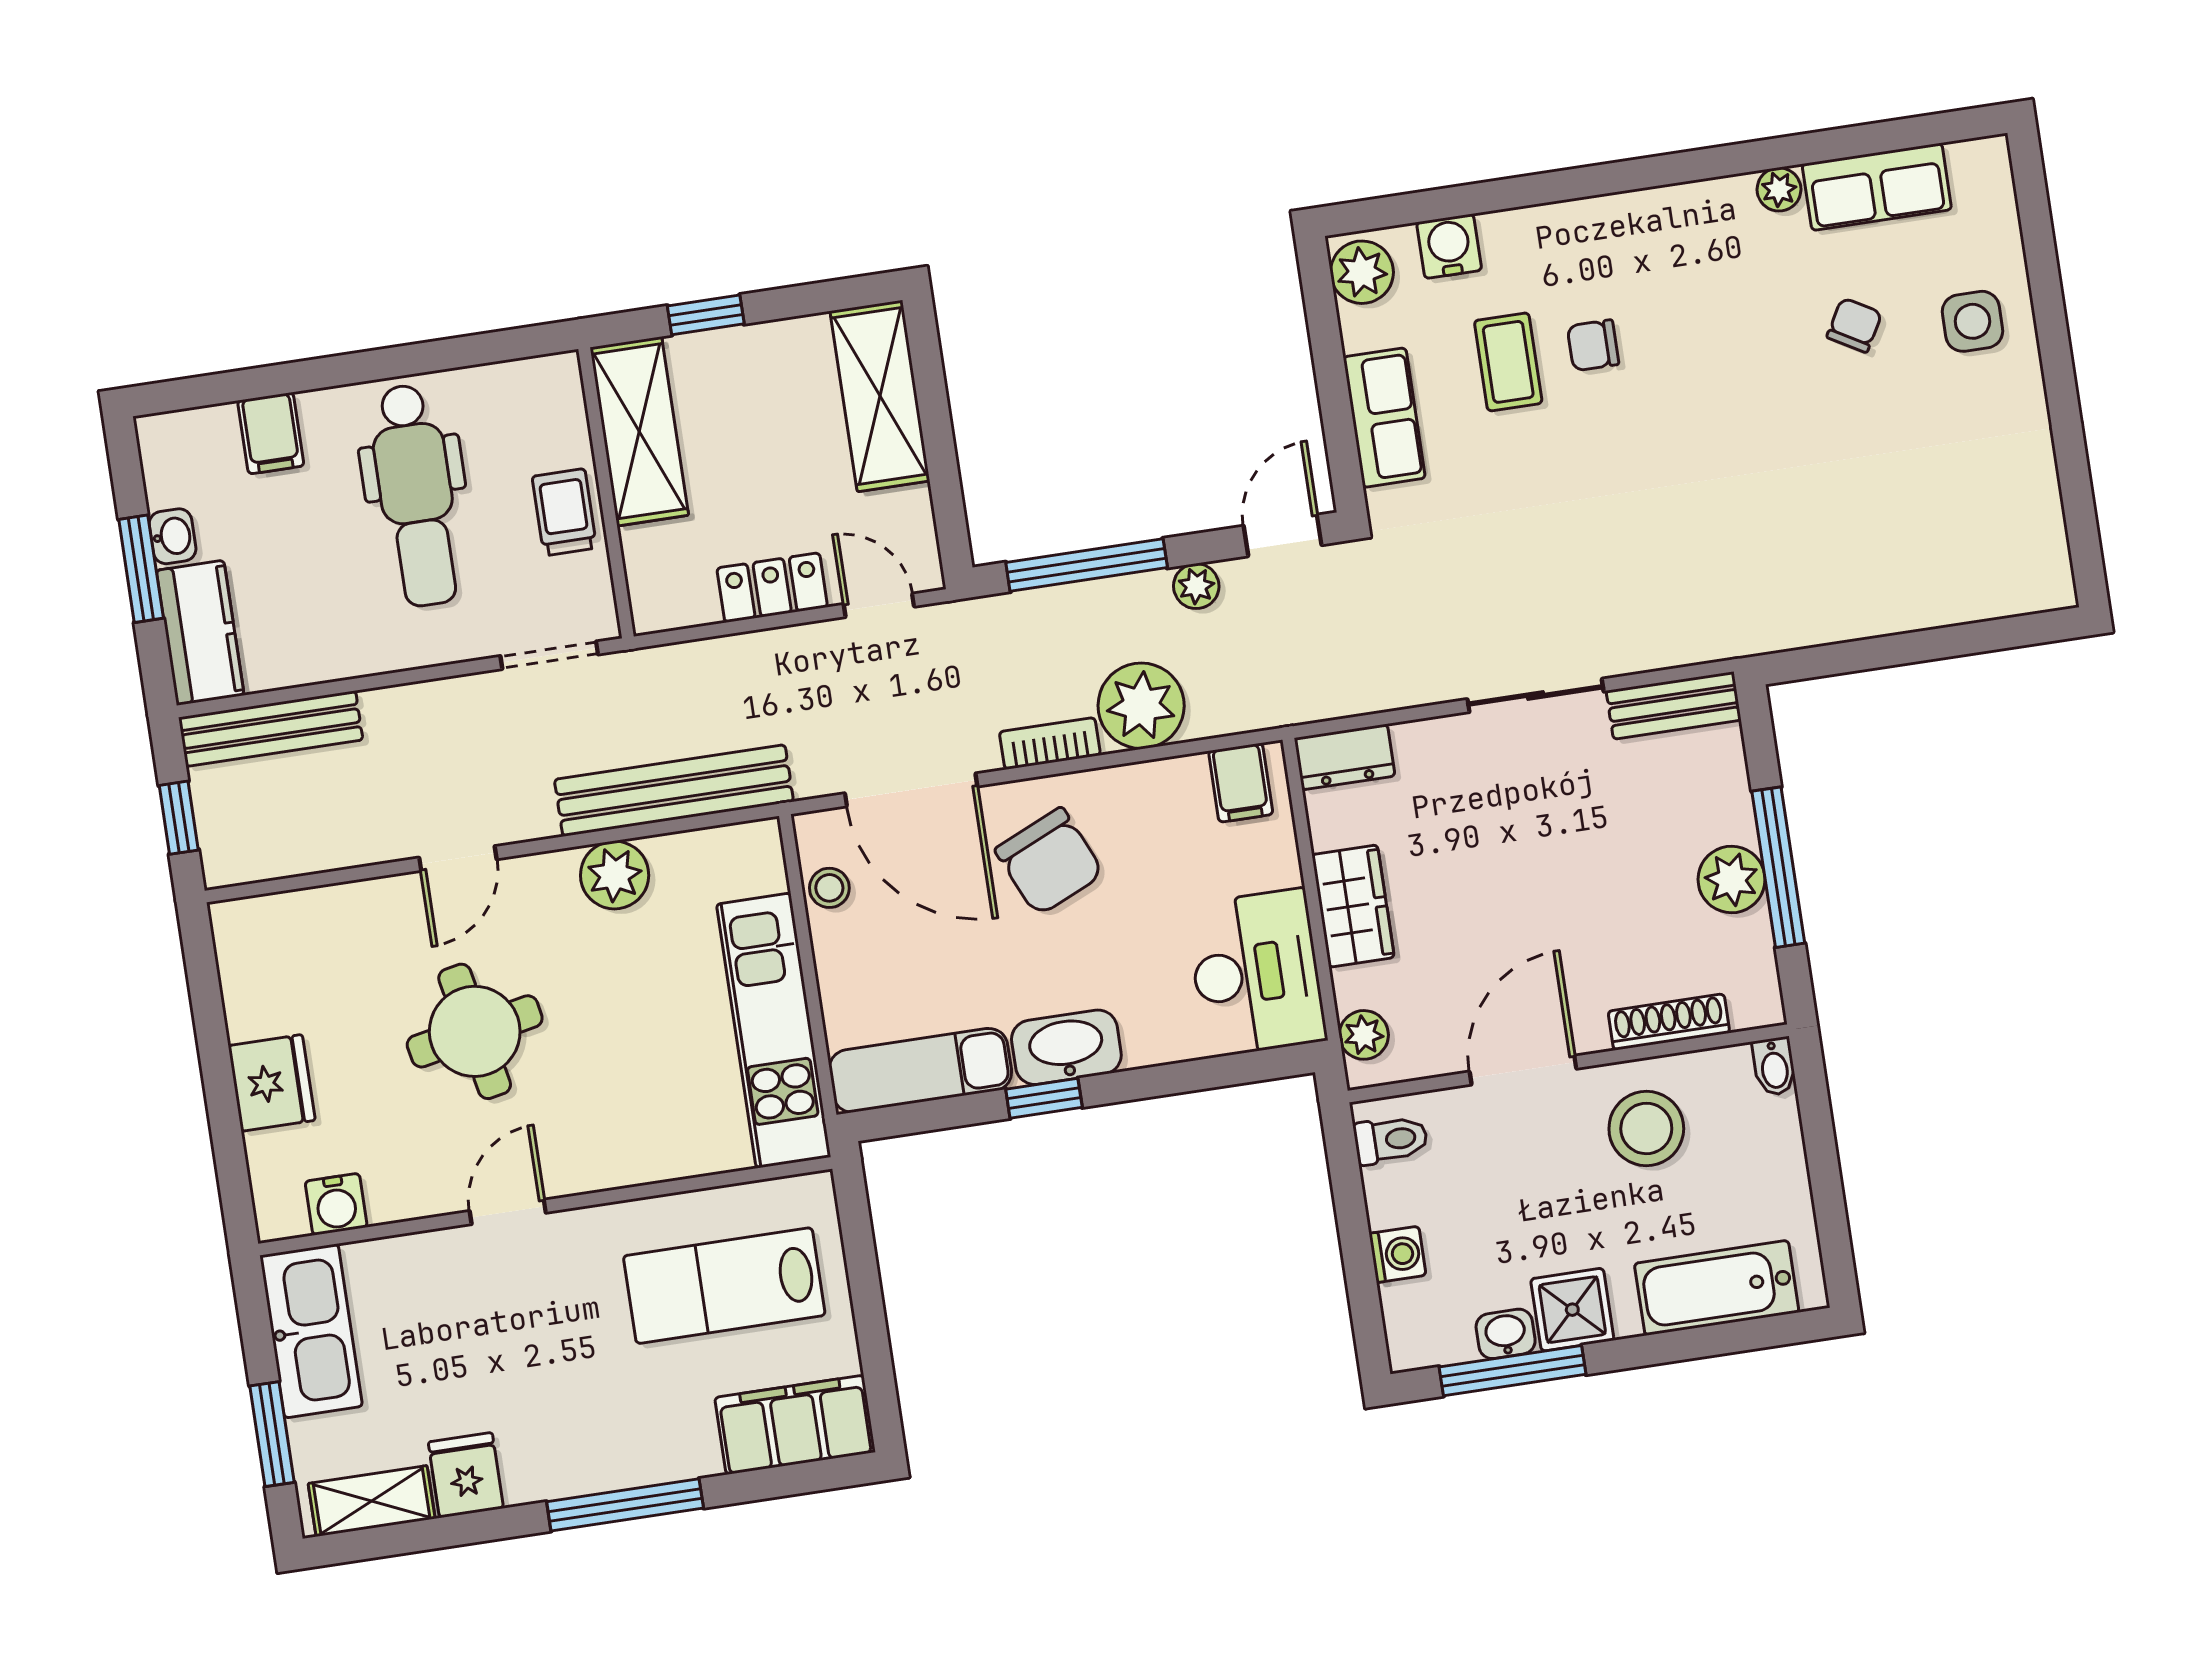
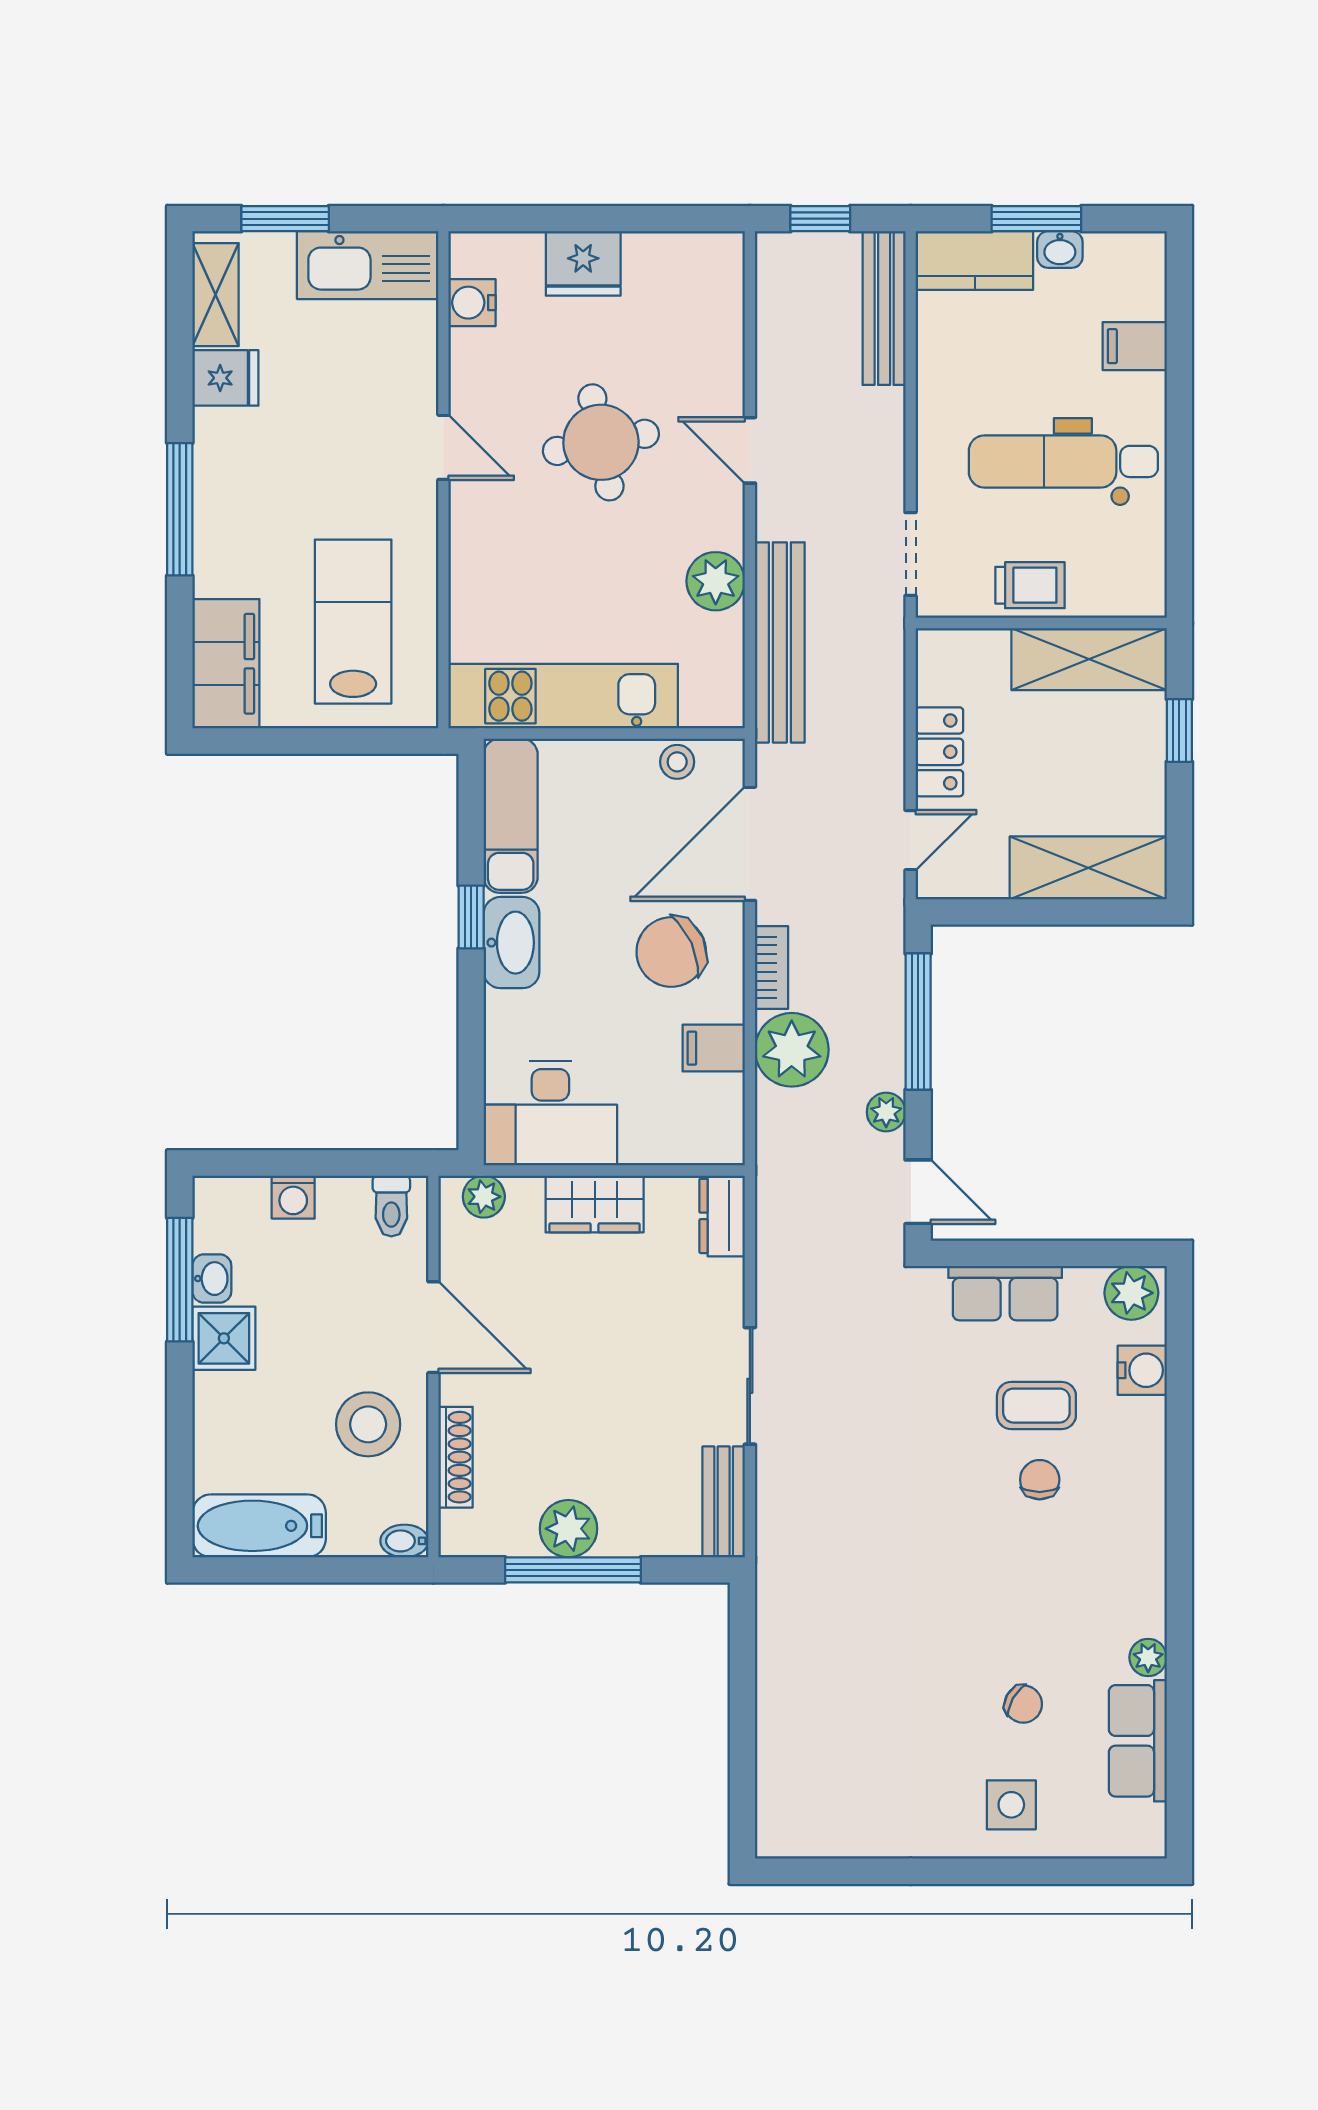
filing cabinet: (1241, 783) -> (714, 1048), moved
bathtub: (1717, 1288) -> (259, 1526), moved, turned -90

